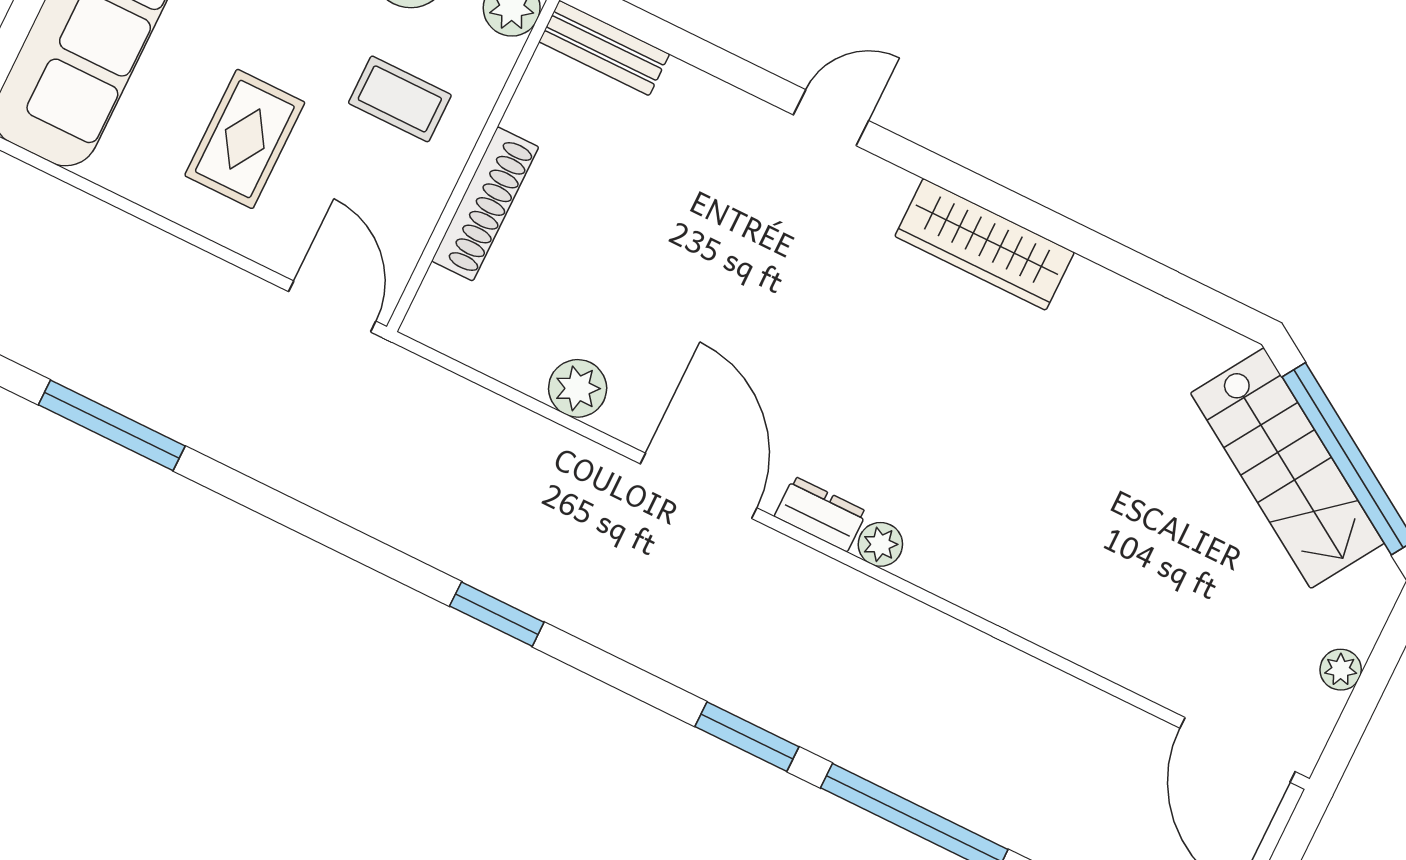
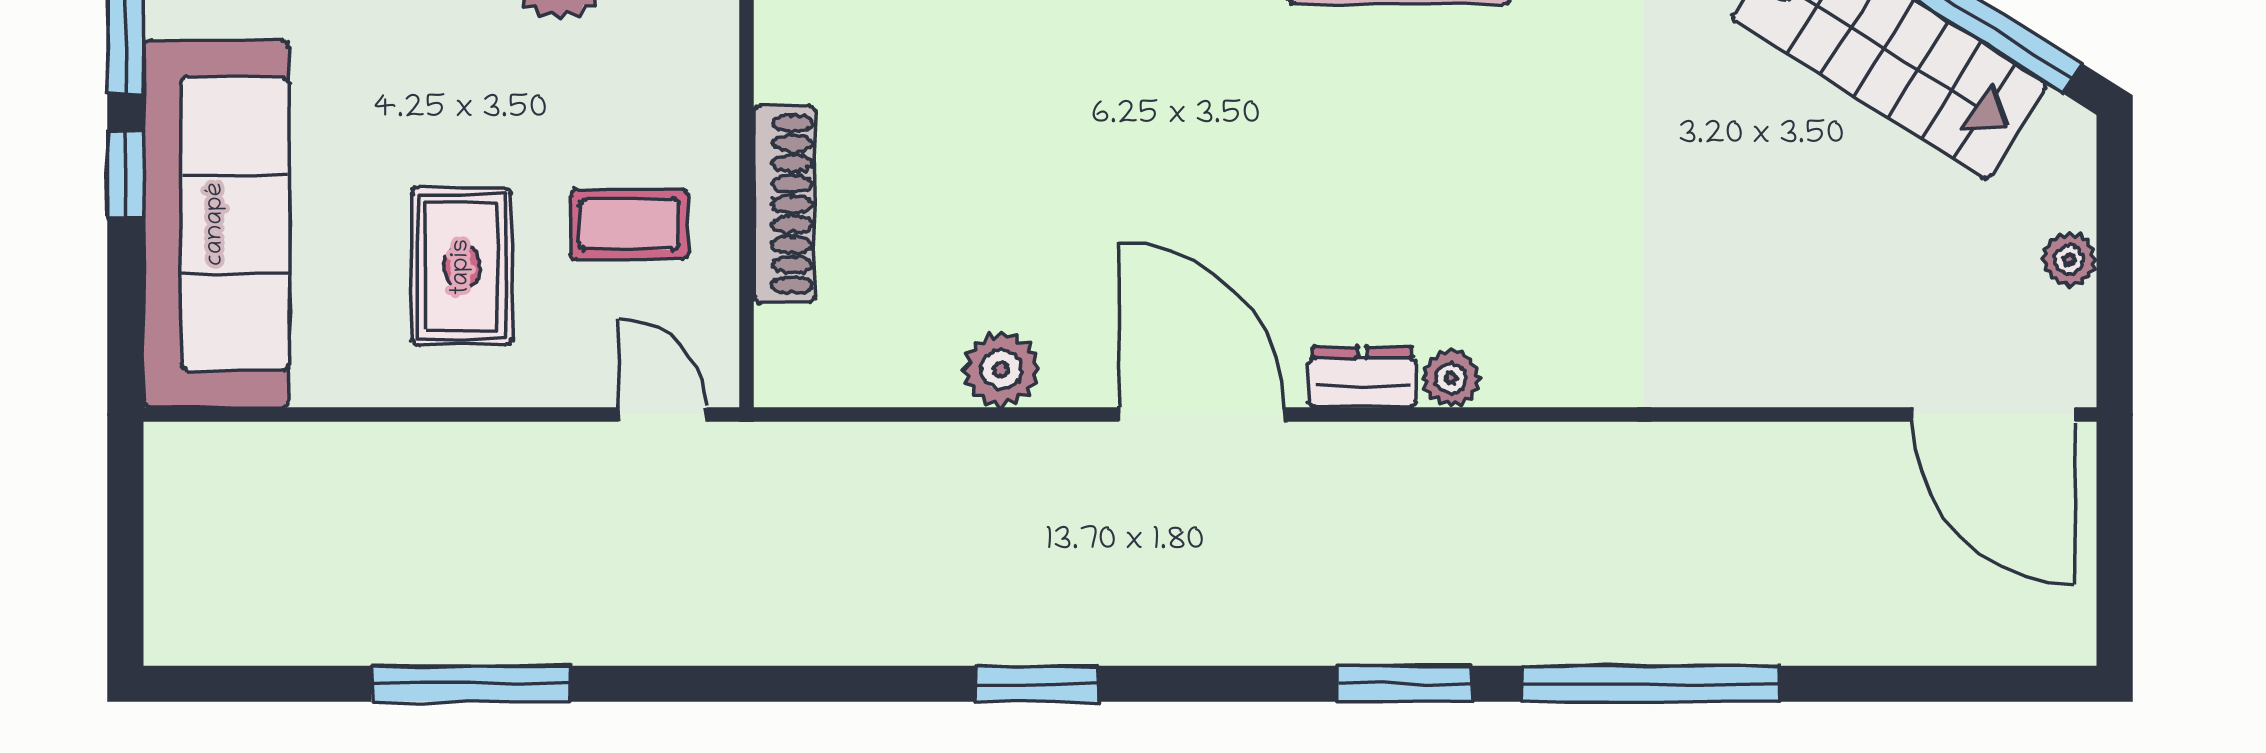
coffee table: (400, 99) -> (629, 224), moved
door: (332, 306) -> (663, 414), width x0.73

